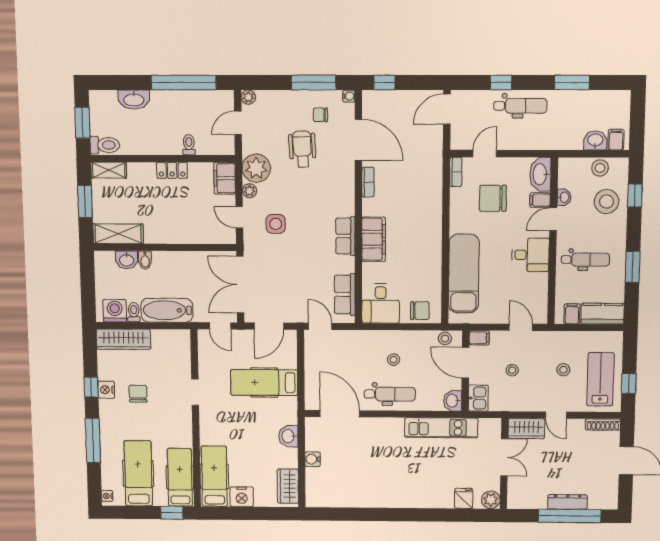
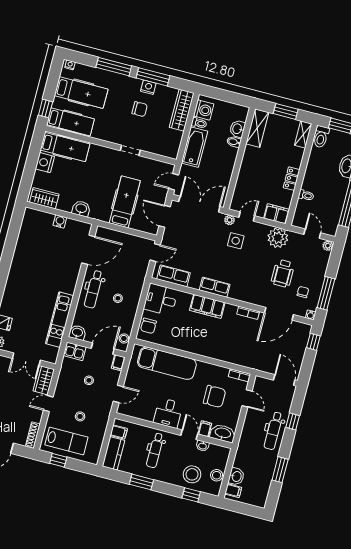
wheelchair: (302, 149) -> (283, 273), turned 93
plant: (250, 191) -> (229, 220), moved
chair: (493, 198) -> (215, 396), turned 90
window: (91, 387) -> (153, 77), width x2.17

